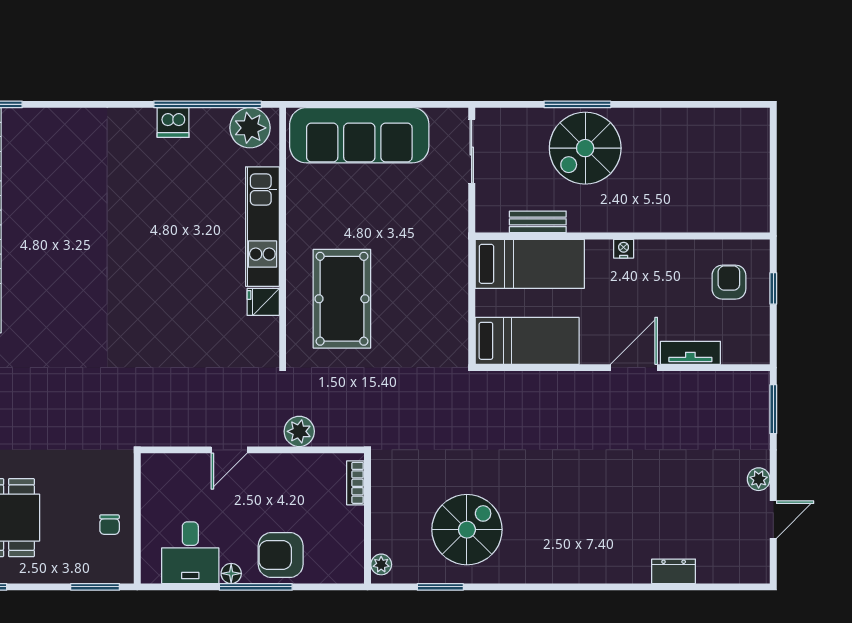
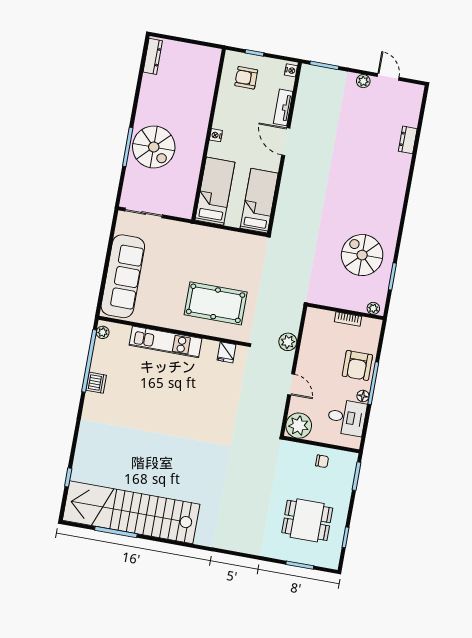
dresser: (737, 119) -> (153, 56), added
plant: (250, 128) -> (103, 332), width x0.53, depth x0.53
bench: (538, 222) -> (191, 182), removed
fridge: (263, 302) -> (226, 352), moved
nightstand: (755, 355) -> (291, 70), added
plant: (162, 475) -> (299, 426), added
bookcase: (355, 483) -> (348, 319), moved

